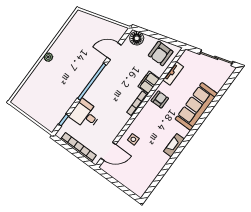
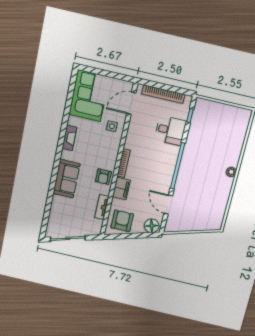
door: (114, 51) -> (168, 204), swing flipped
sofa: (196, 106) -> (67, 179), width x0.73
corner sofa: (141, 173) -> (89, 96), added

